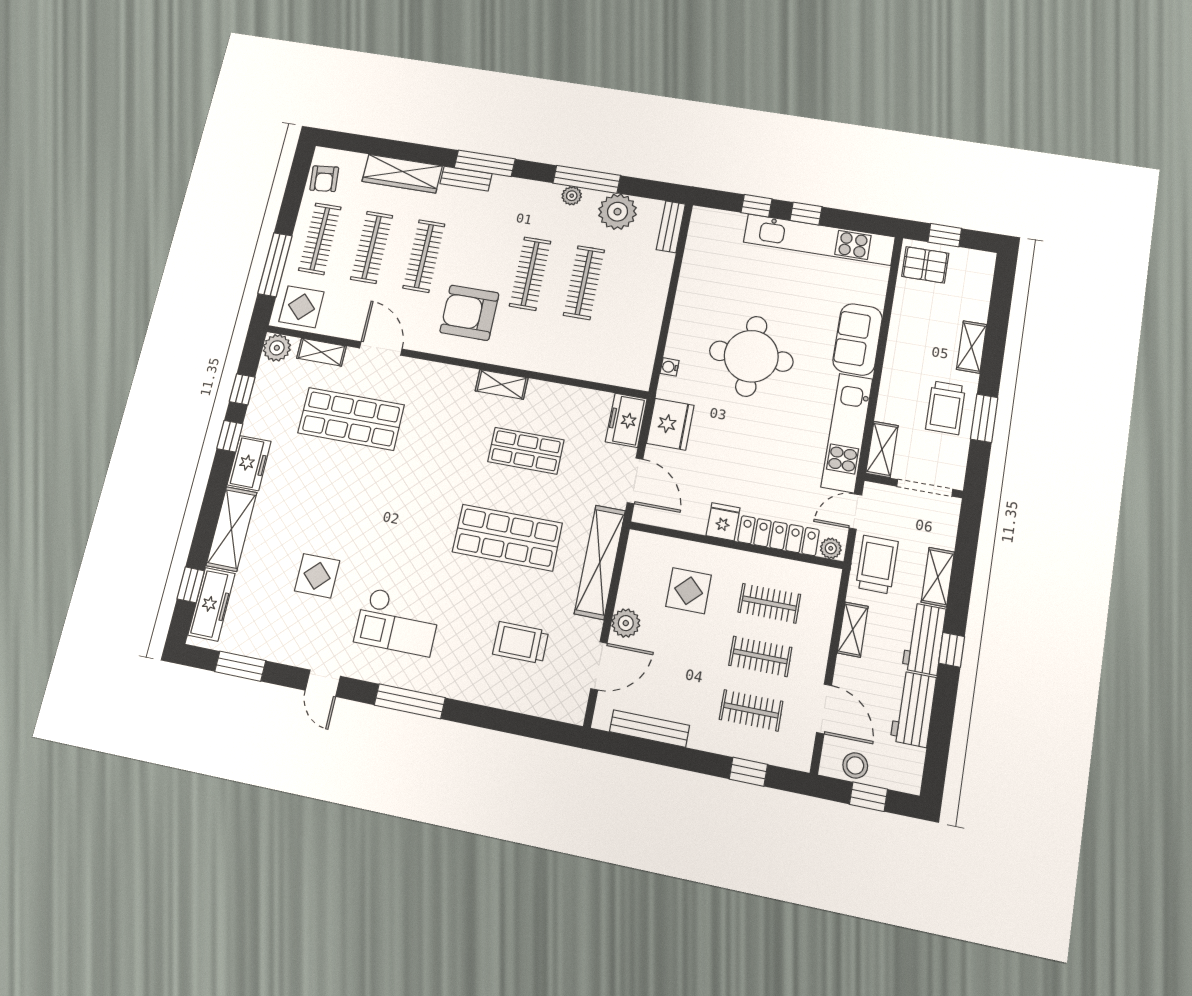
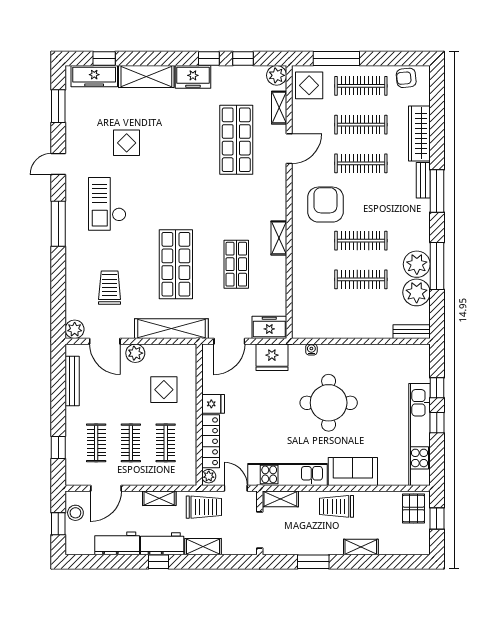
plant: (572, 196) -> (417, 264), width x1.88, depth x1.88
trolley: (946, 408) -> (337, 506), moved
plant: (572, 709) -> (75, 329), added

